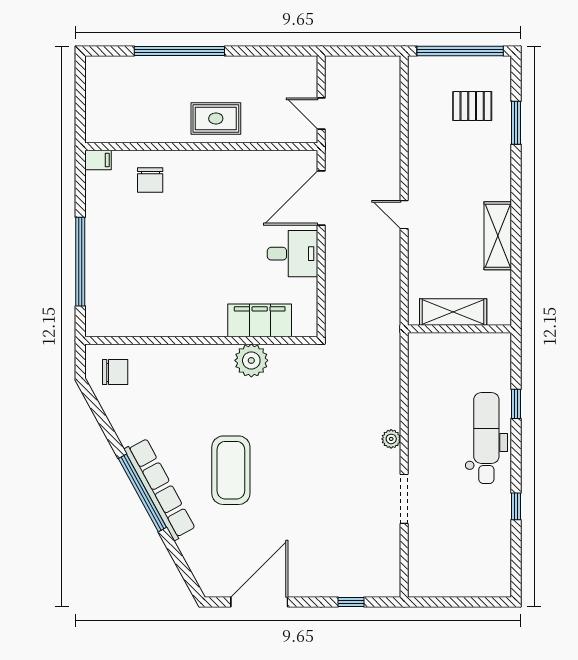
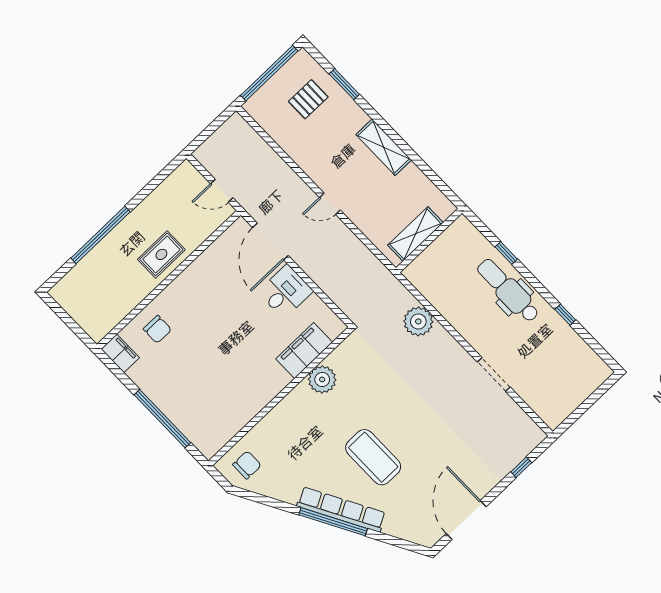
filing cabinet: (98, 160) -> (120, 353), width x2.00
shelving: (498, 236) -> (384, 147), moved
plant: (391, 439) -> (418, 321), moved, width x1.87, depth x1.87

